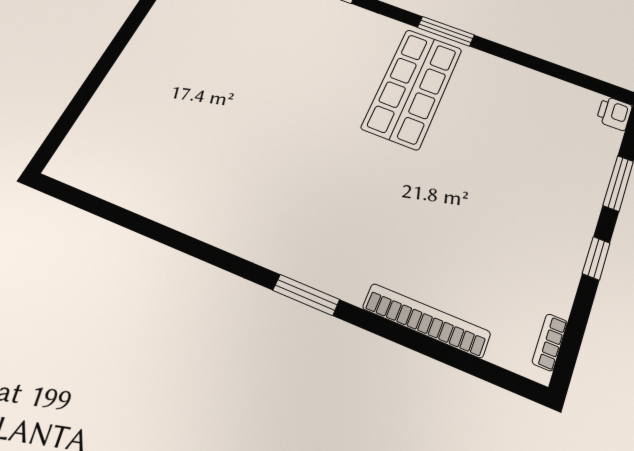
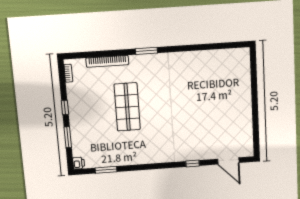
window: (446, 31) -> (106, 170), moved
shop shelf: (412, 88) -> (127, 107), moved

